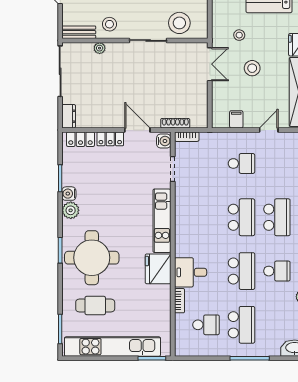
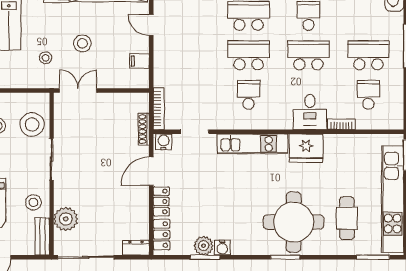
plant: (100, 48) -> (66, 219), width x1.88, depth x1.88
bookcase: (187, 137) -> (159, 109), width x1.56
school desk: (241, 163) -> (249, 95), moved
plant: (71, 210) -> (204, 246), moved

